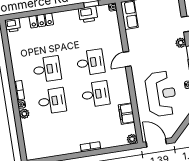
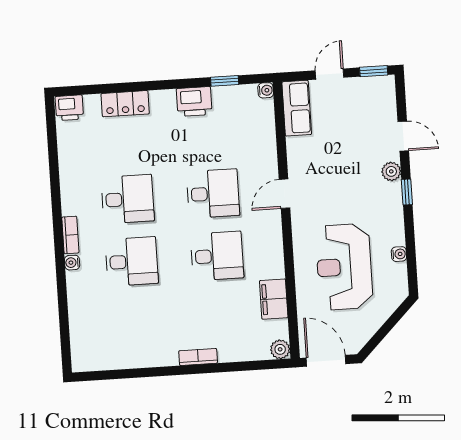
printer: (88, 14) -> (194, 102), moved
reception desk: (161, 94) -> (344, 267), turned 180
plant: (24, 114) -> (76, 281), removed

